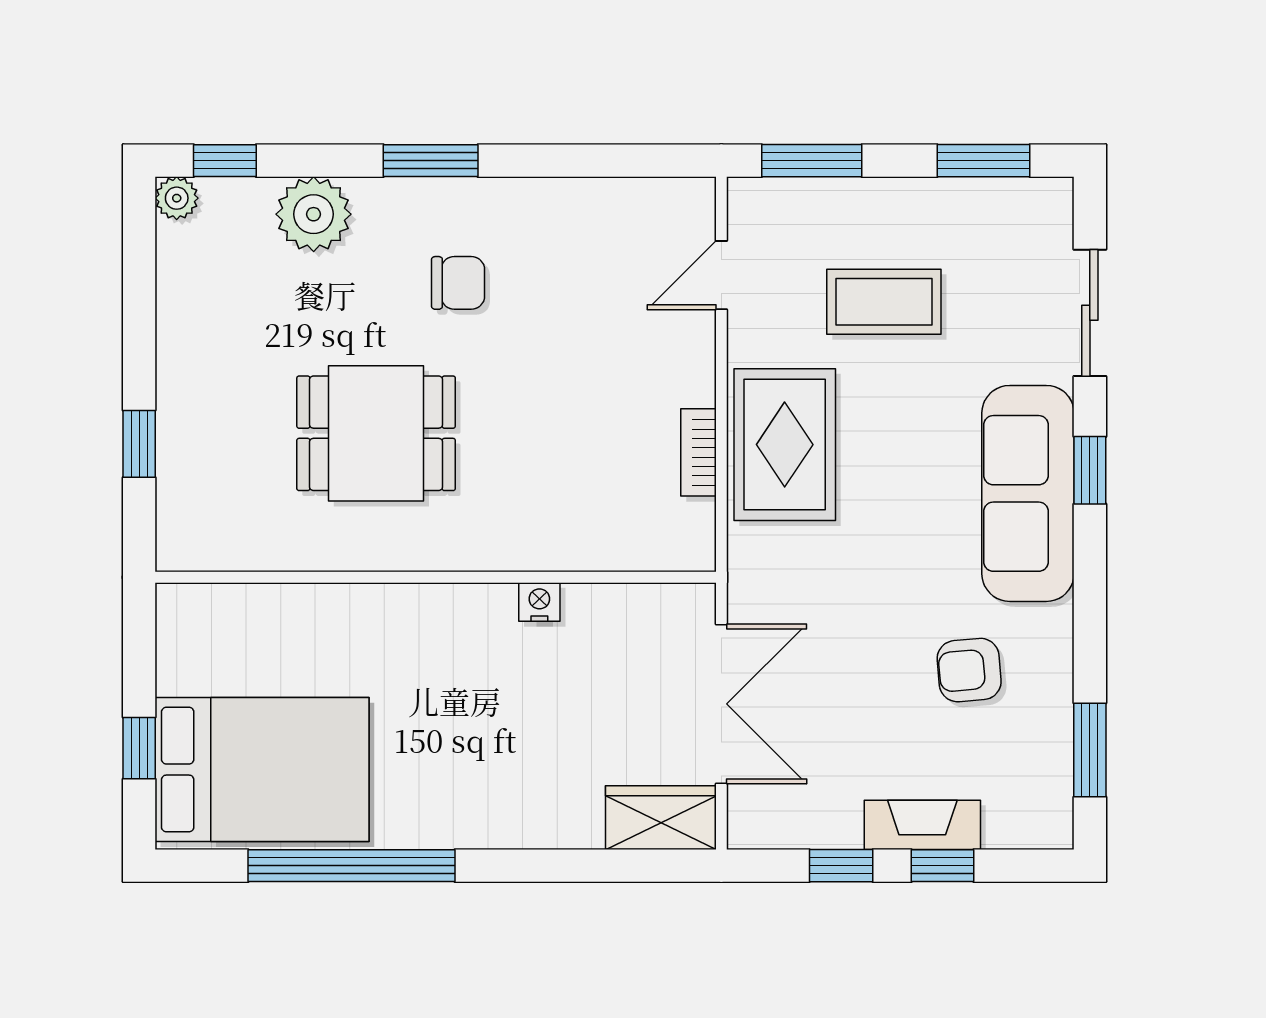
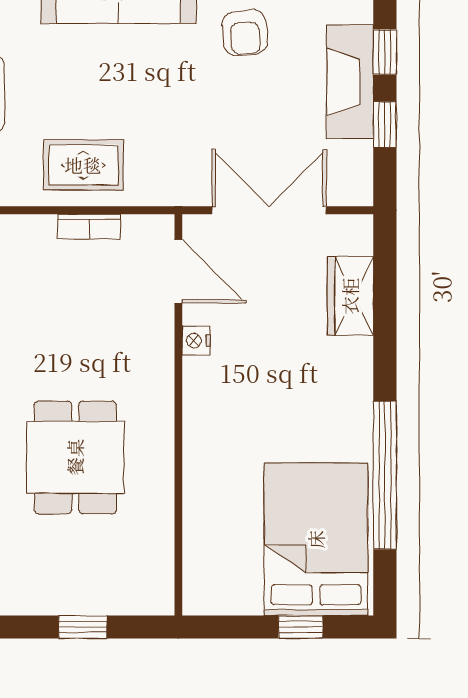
rug: (785, 445) -> (83, 165), width x0.73, depth x0.70
door: (636, 577) -> (178, 271), added
wardrobe: (661, 818) -> (350, 296), moved
fireplace: (922, 825) -> (350, 82), width x1.37, depth x1.32

